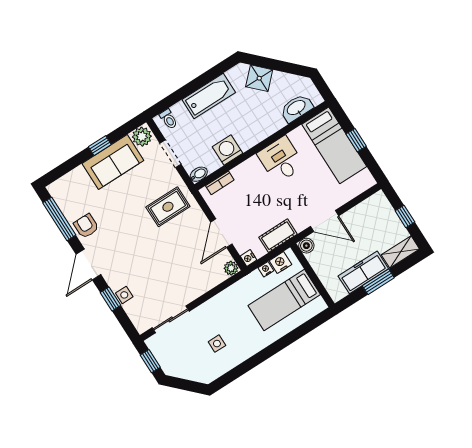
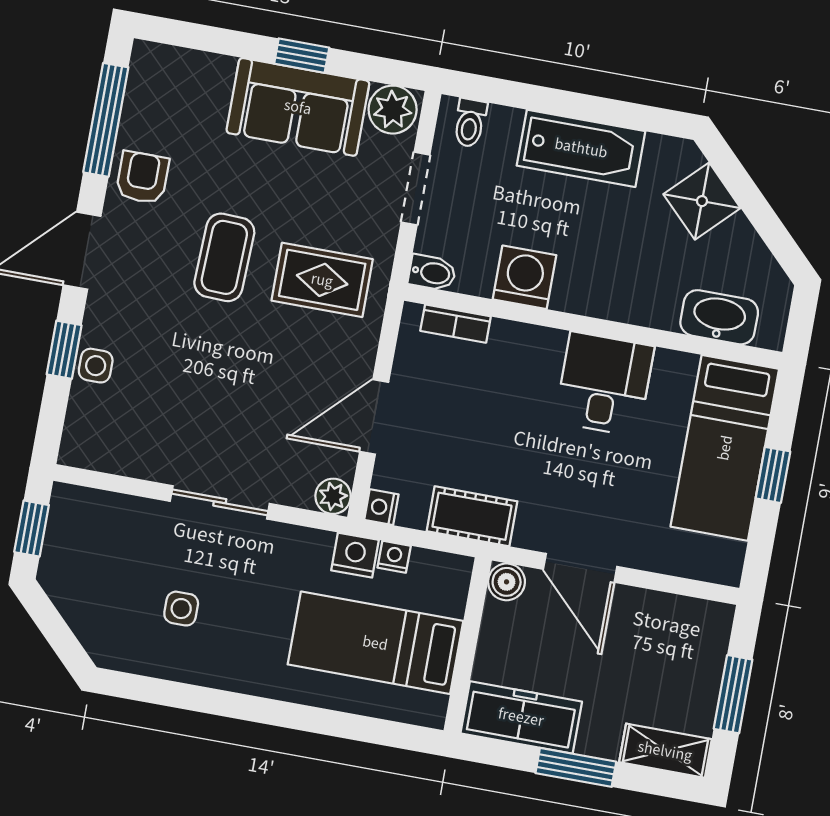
window: (405, 216) -> (733, 694), width x1.50
coffee table: (133, 227) -> (224, 257), added
nightstand: (280, 263) -> (355, 555), moved
freezer: (363, 272) -> (521, 717), moved
sliding door: (171, 319) -> (220, 502), moved

